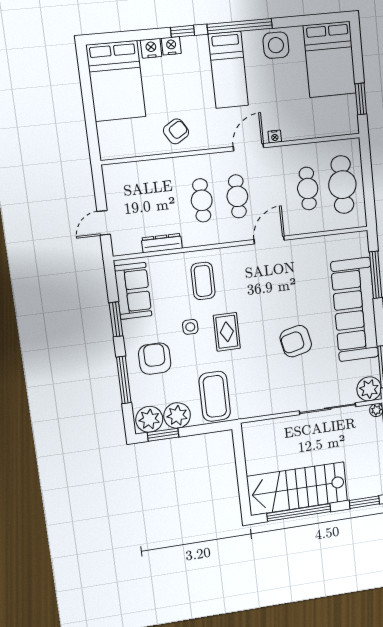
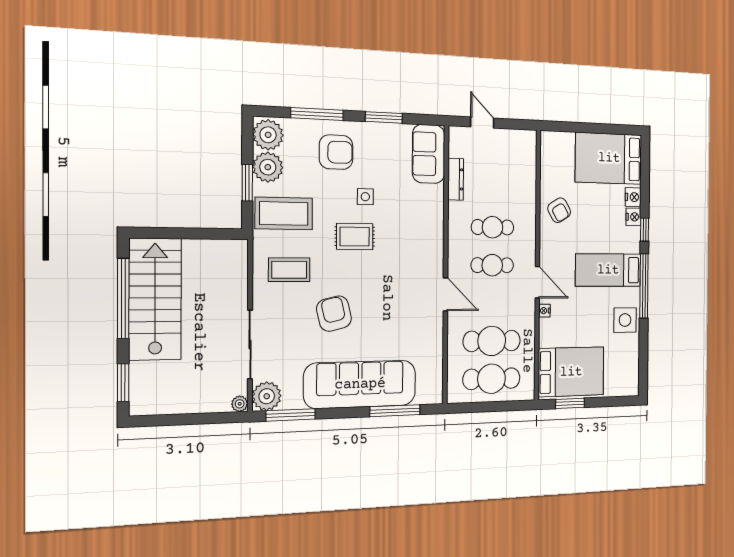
bed: (330, 60) -> (571, 372), moved, turned 180
cafe table: (308, 188) -> (492, 341), width x1.37, depth x1.35
coffee table: (203, 281) -> (289, 270), moved
sofa: (133, 291) -> (429, 154), moved, turned 90
window: (163, 435) -> (247, 183), moved

